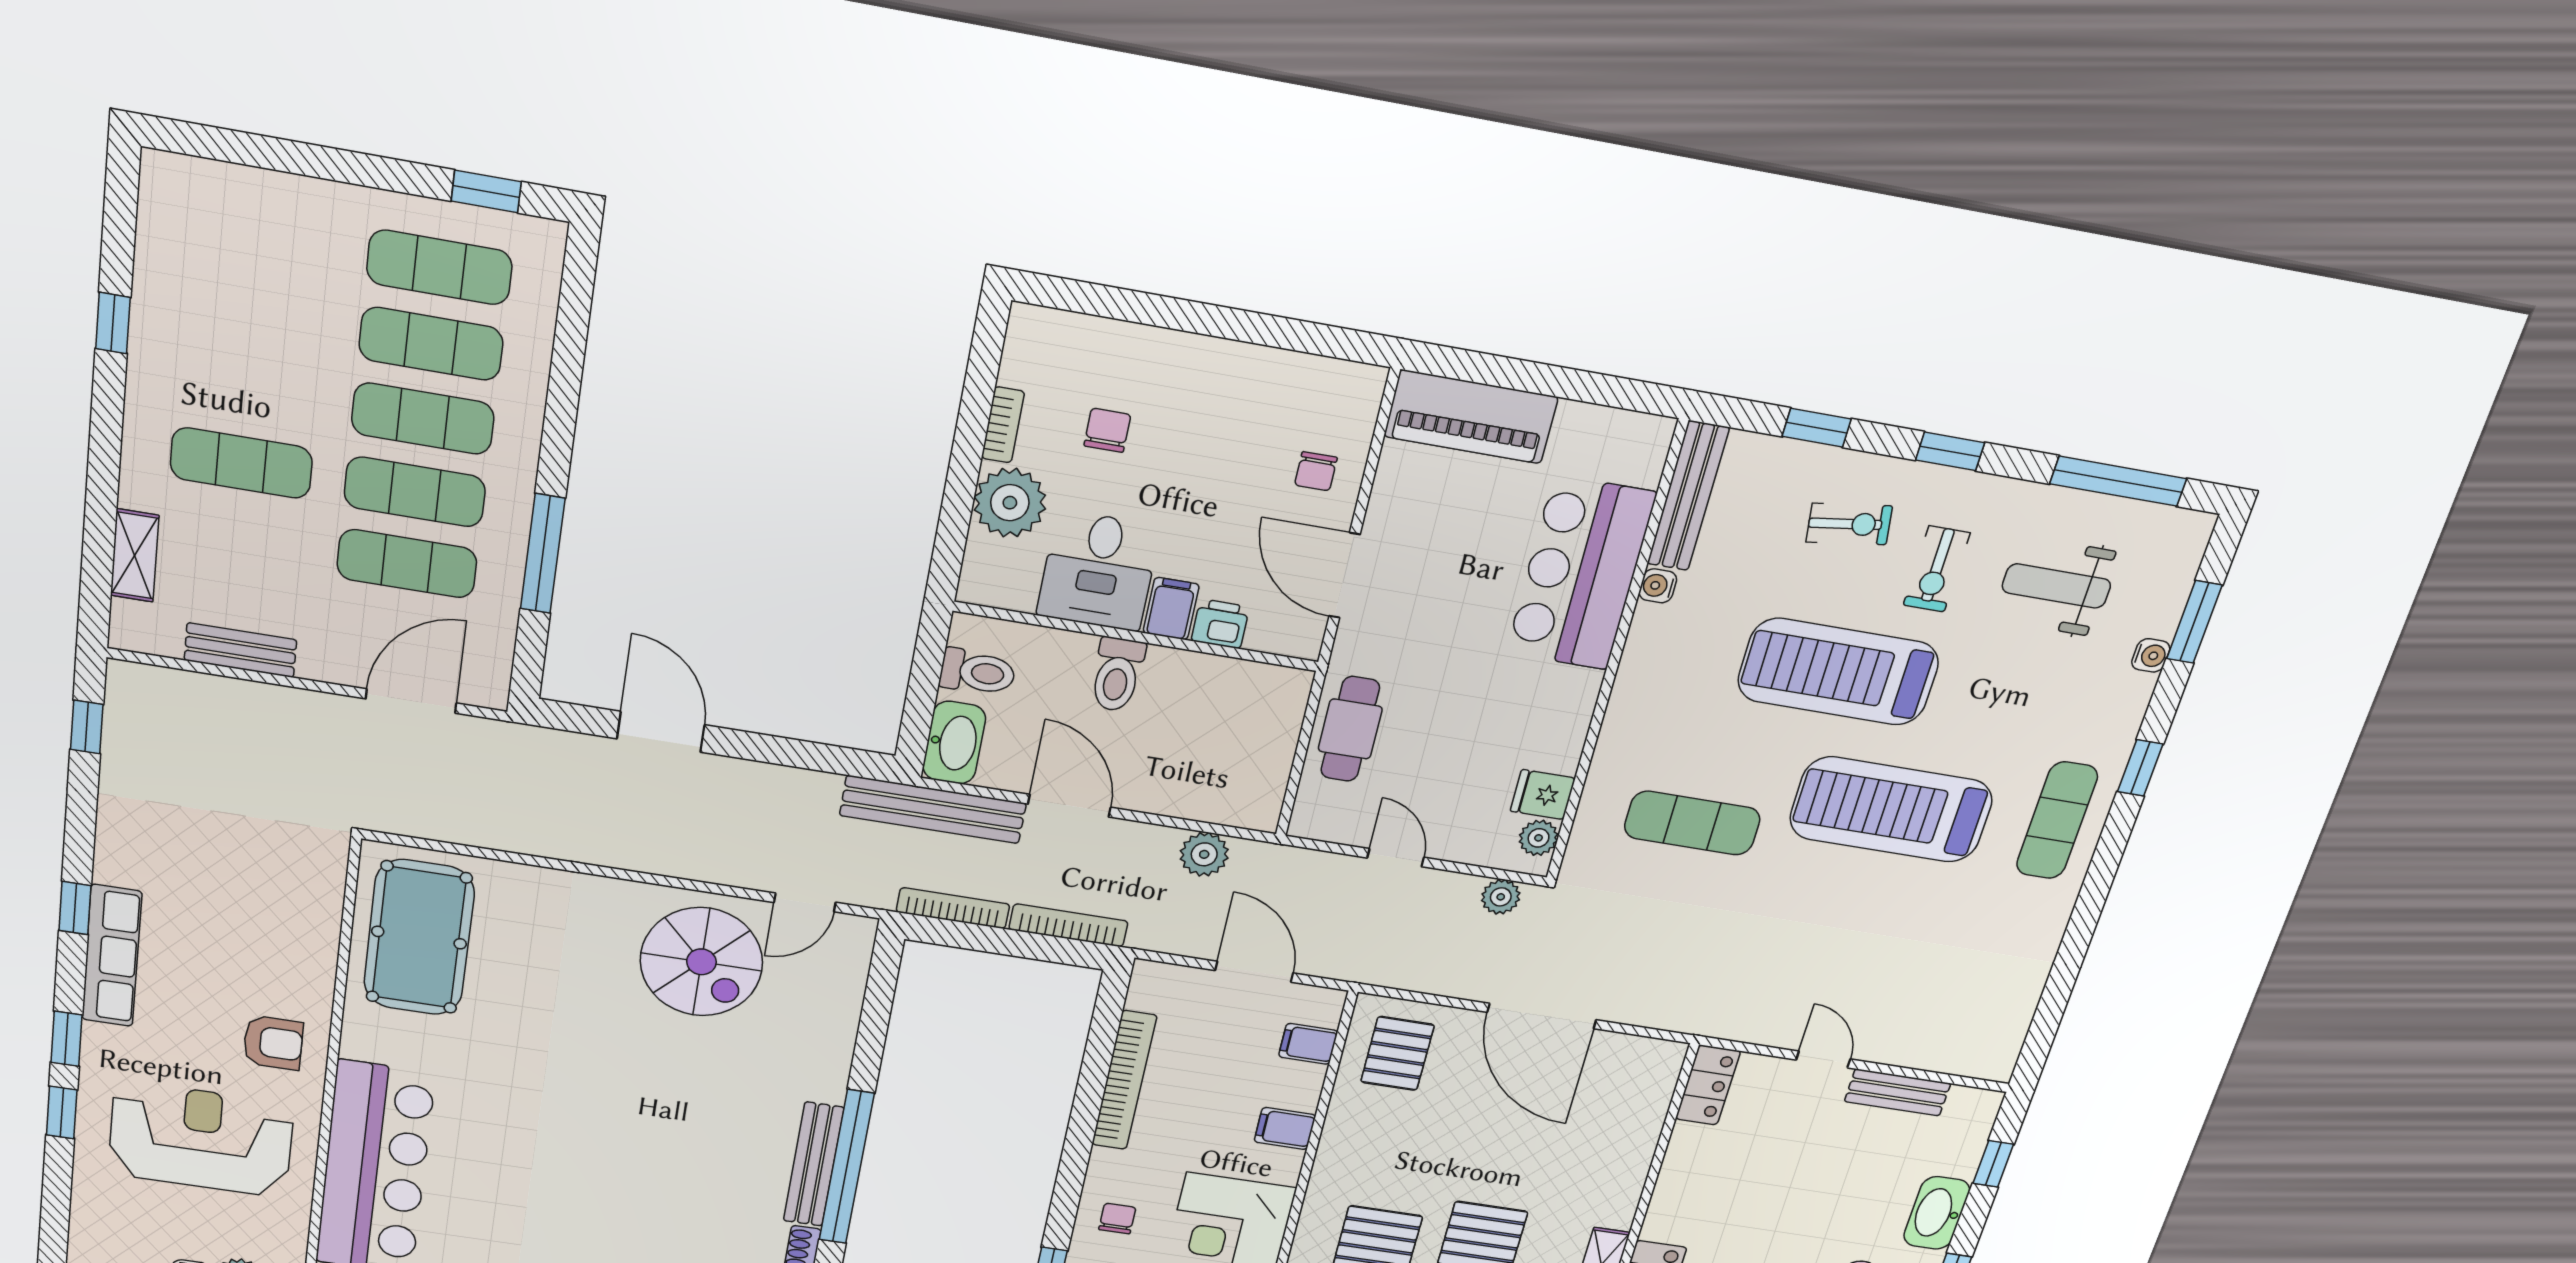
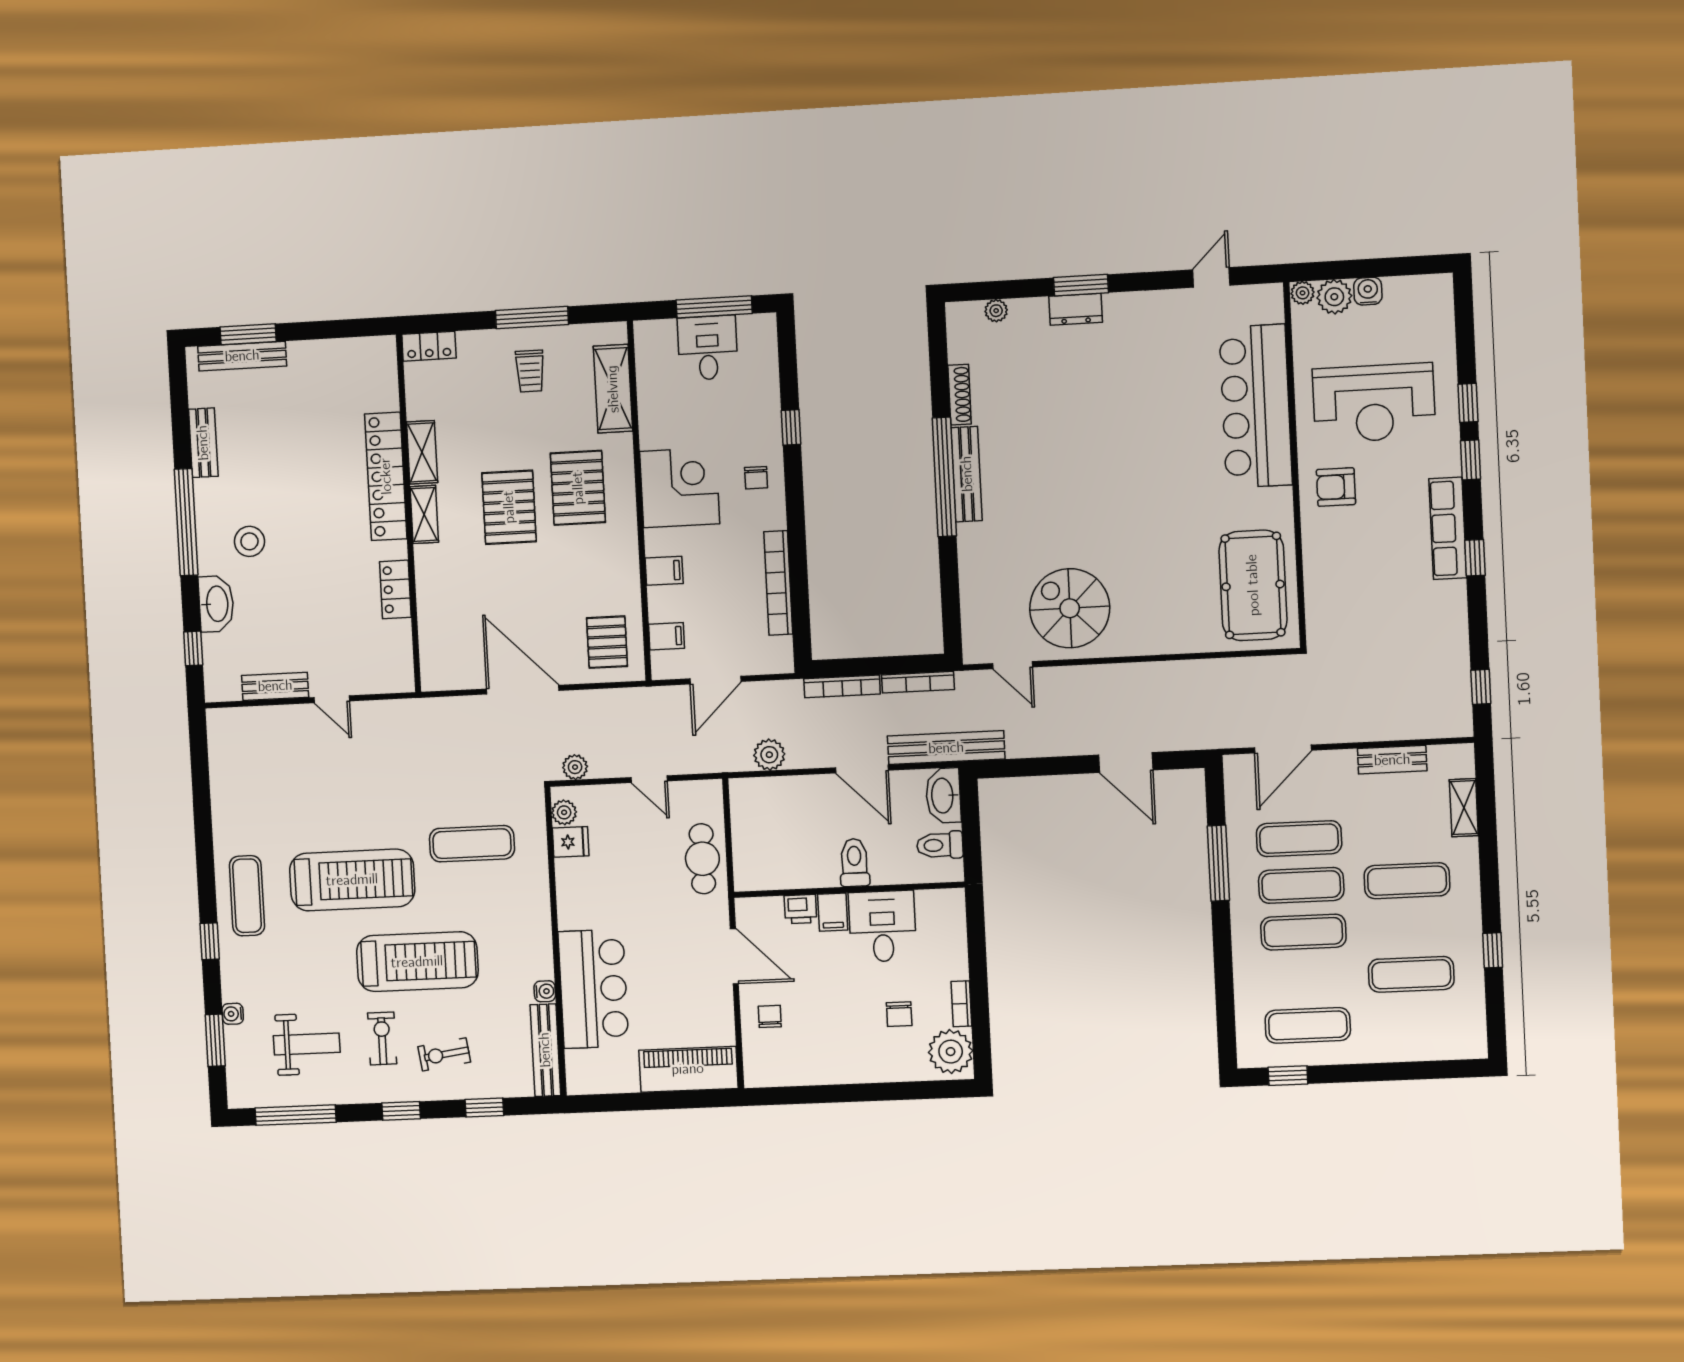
exercise mat: (431, 344) -> (1411, 974), moved
plant: (1010, 503) -> (951, 1052), moved
door: (805, 902) -> (1013, 665), swing flipped
door: (1254, 972) -> (716, 680), hinge flipped
locker: (1708, 1085) -> (395, 589), moved

